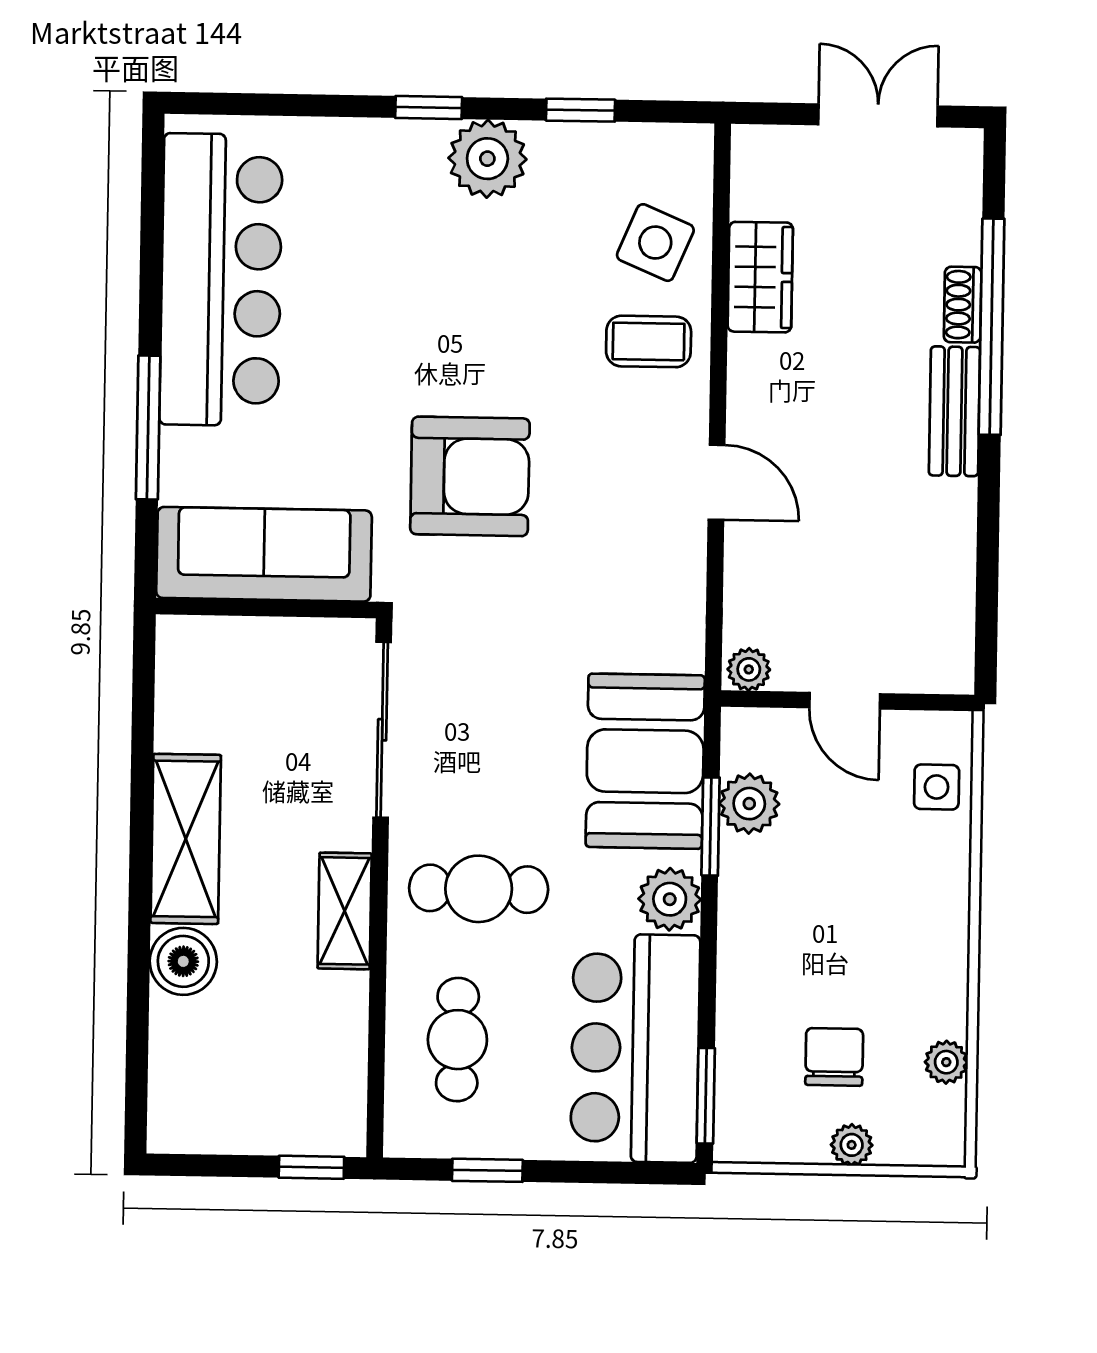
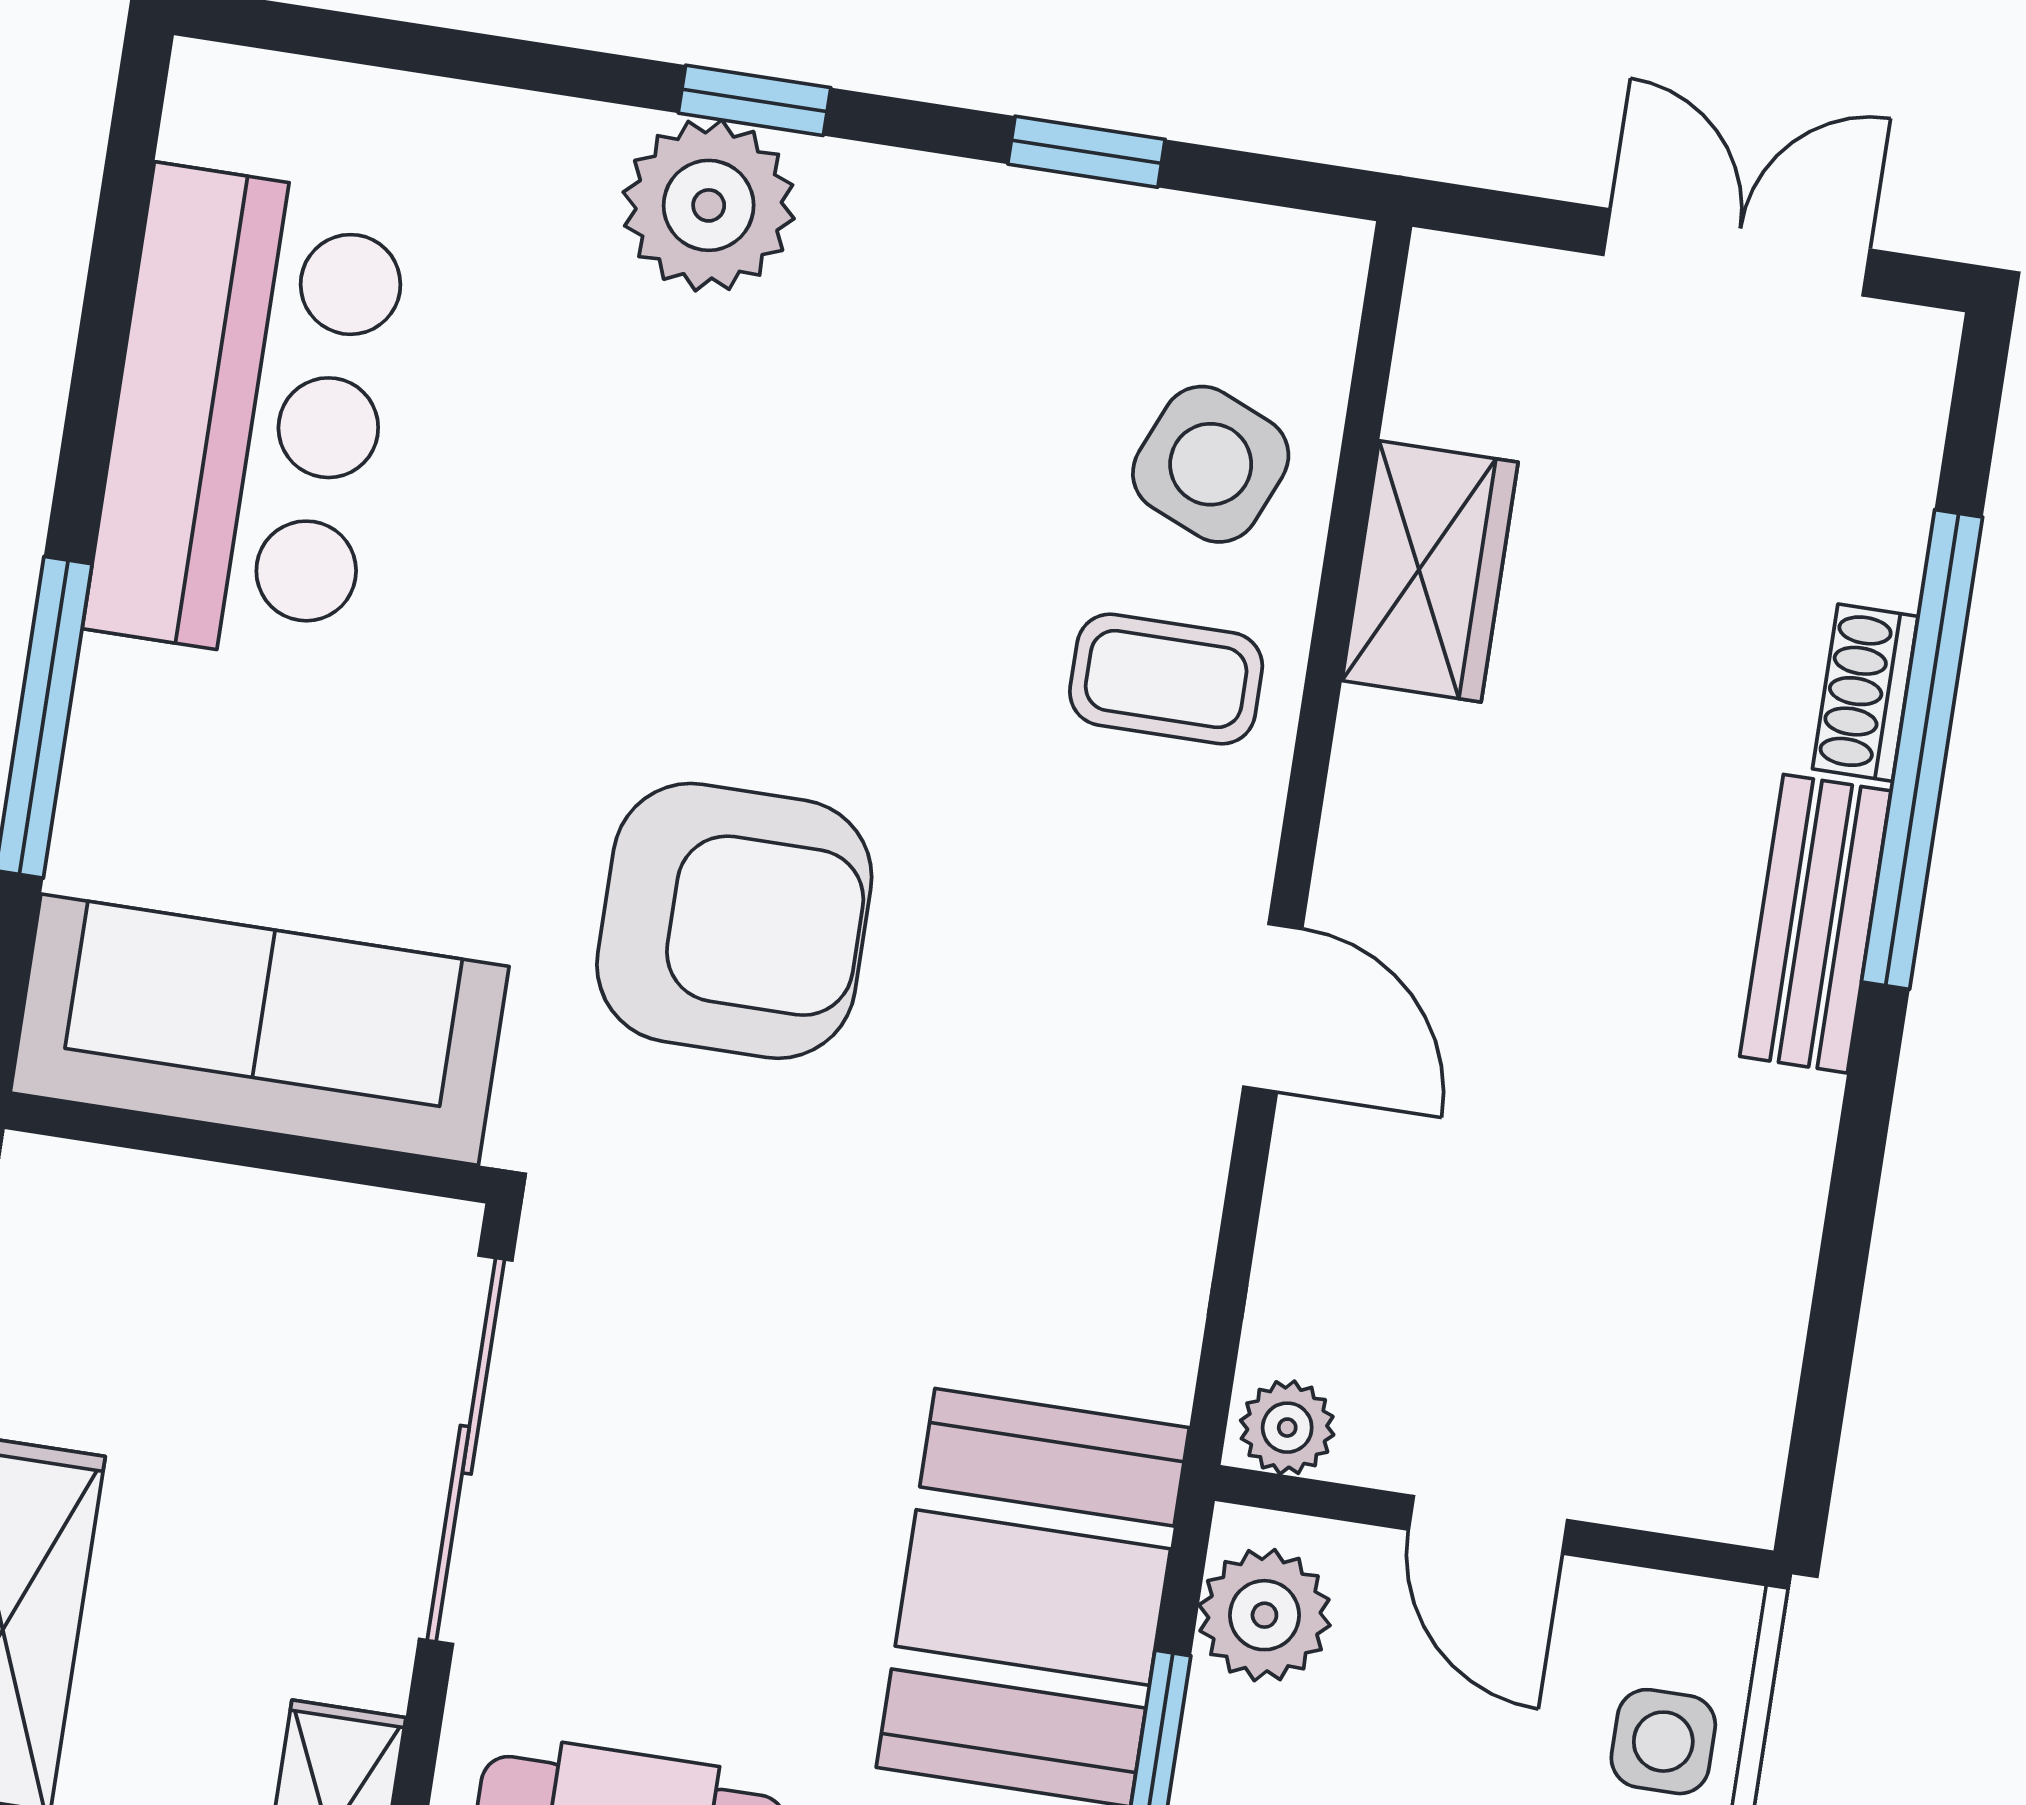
plant: (487, 159) -> (709, 205), moved
bar counter: (221, 280) -> (248, 415), width x0.73
plant: (749, 804) -> (1264, 1615), moved

